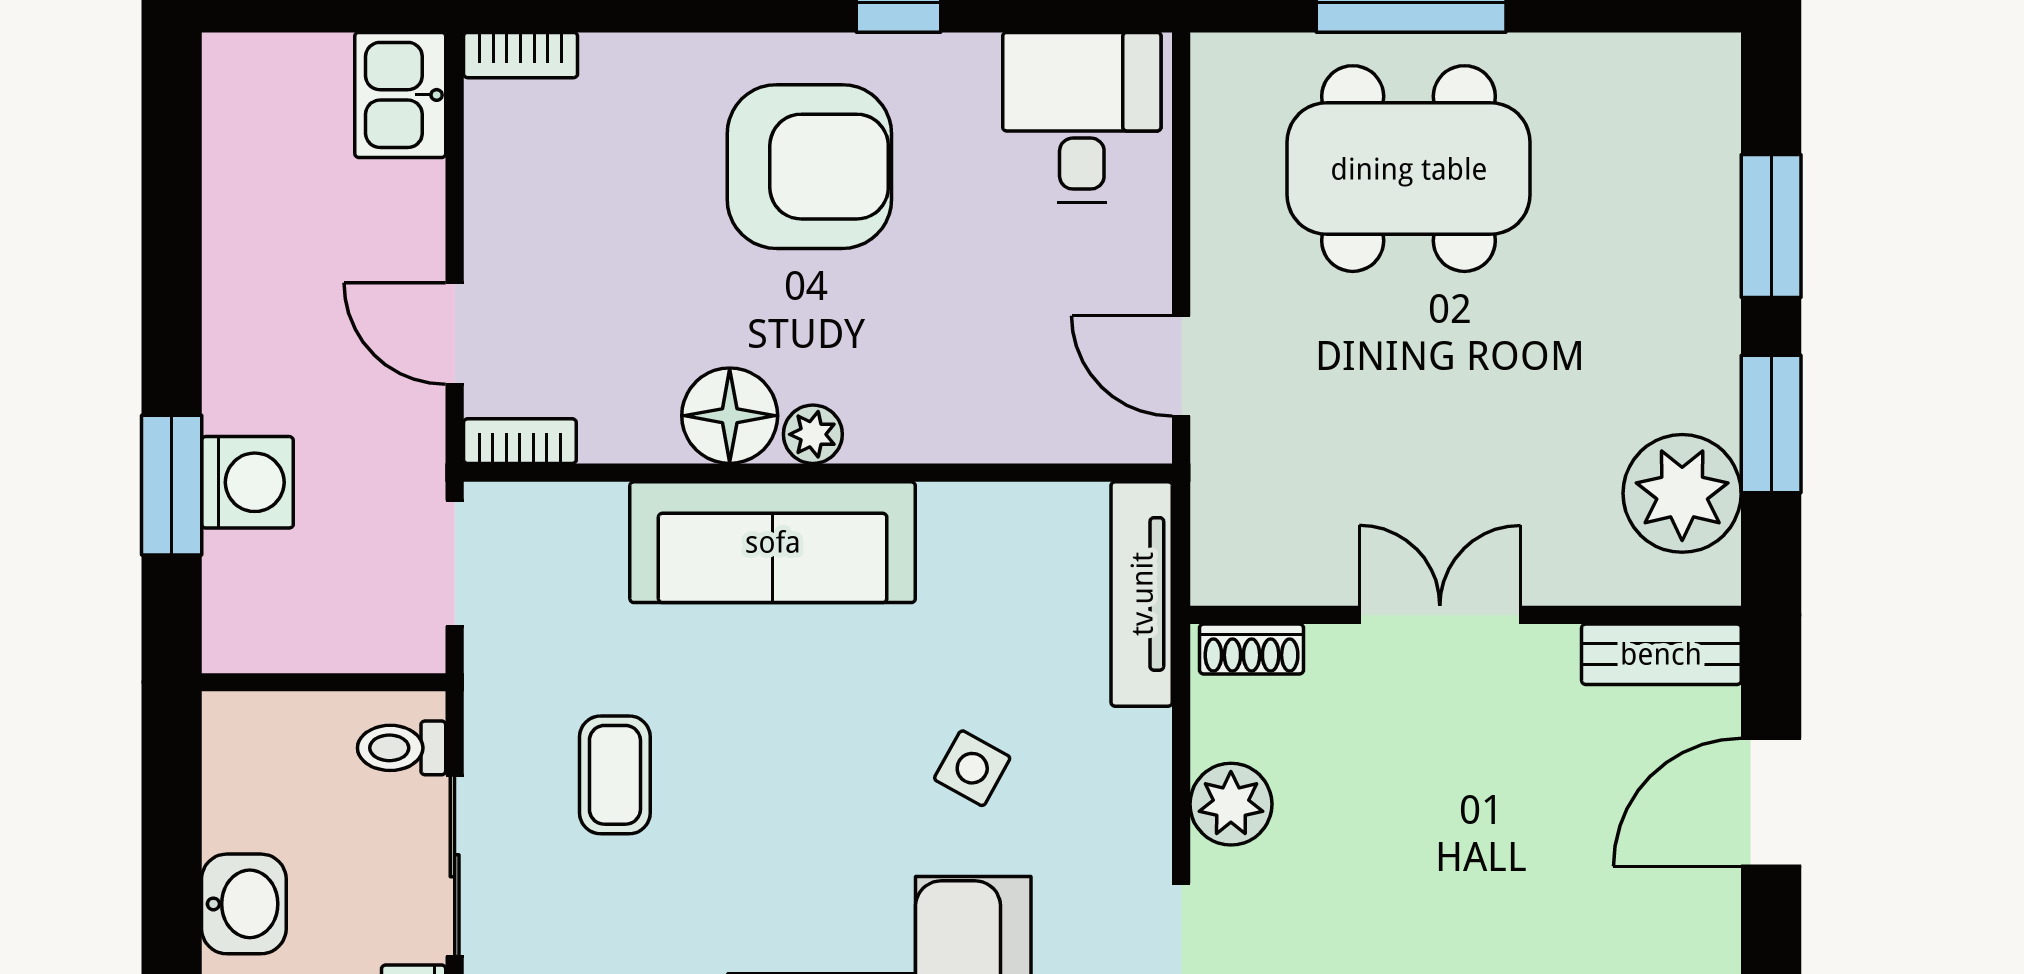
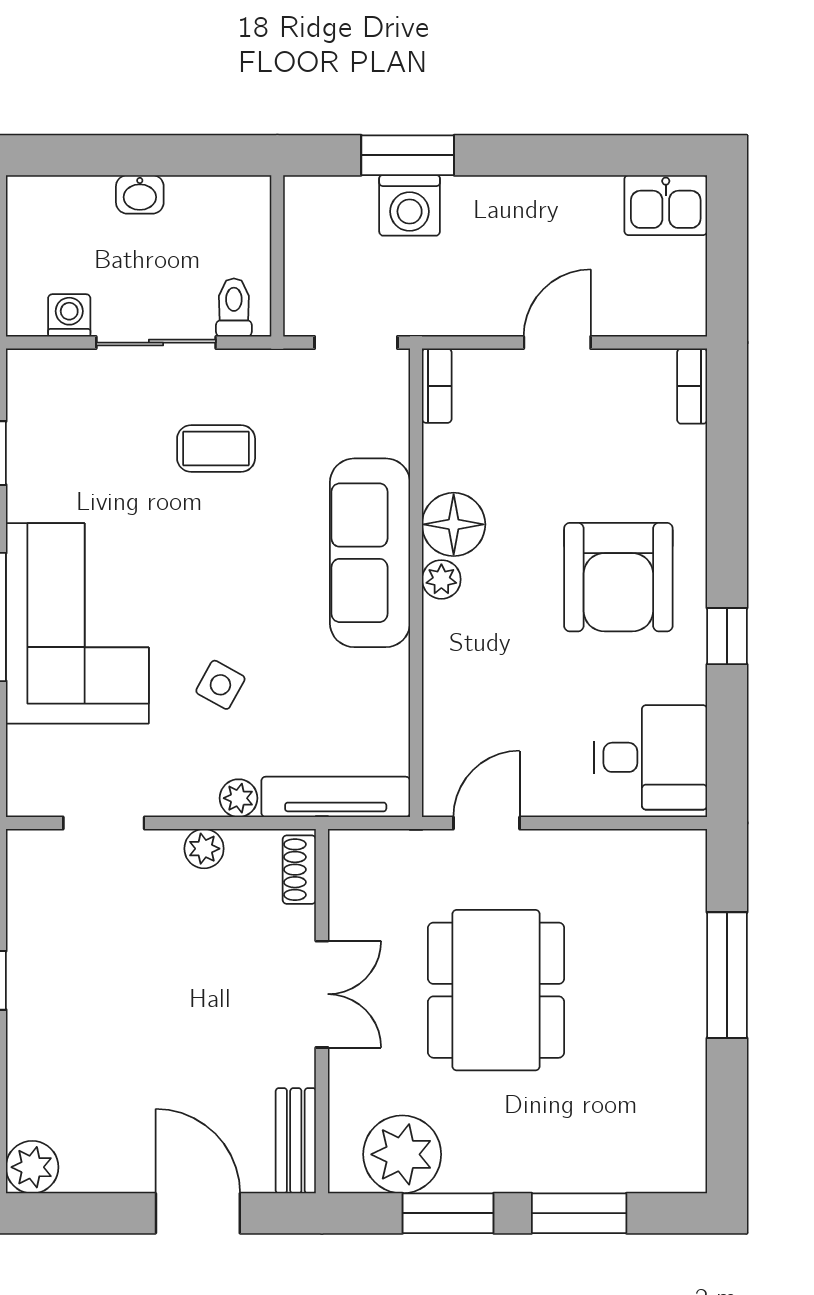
kitchen sink: (400, 95) -> (666, 205), moved, turned 180
dining table: (1409, 169) -> (496, 990), moved
door: (455, 334) -> (557, 343), moved
plant: (1144, 741) -> (239, 798), added
plant: (1231, 804) -> (204, 849), width x0.73, depth x0.73
washbasin: (244, 904) -> (140, 194), width x0.72, depth x0.69

